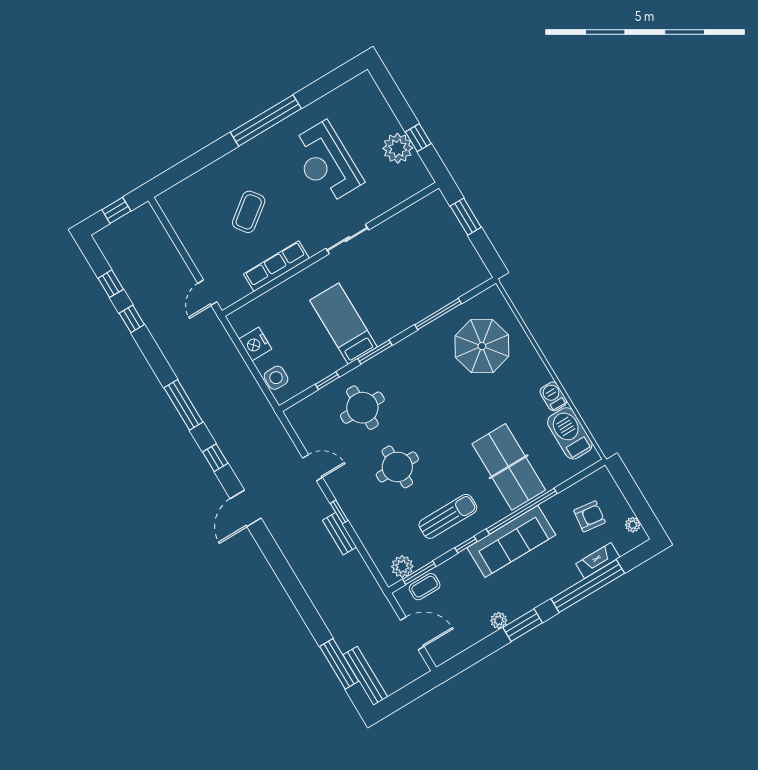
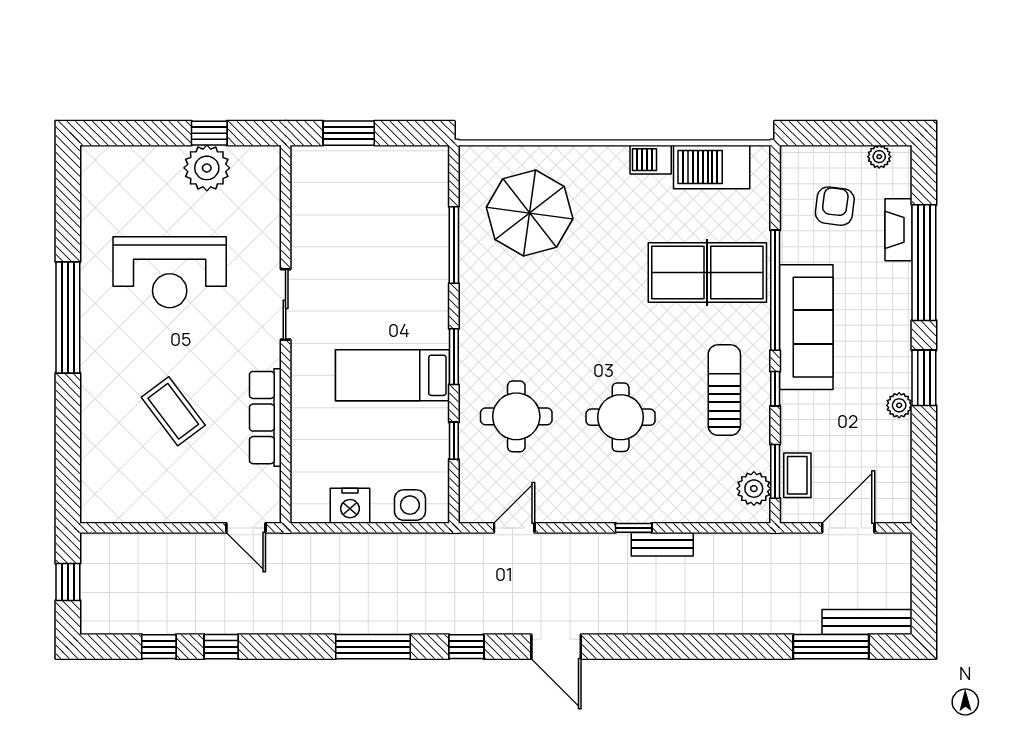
door: (313, 468) -> (514, 528), moved

